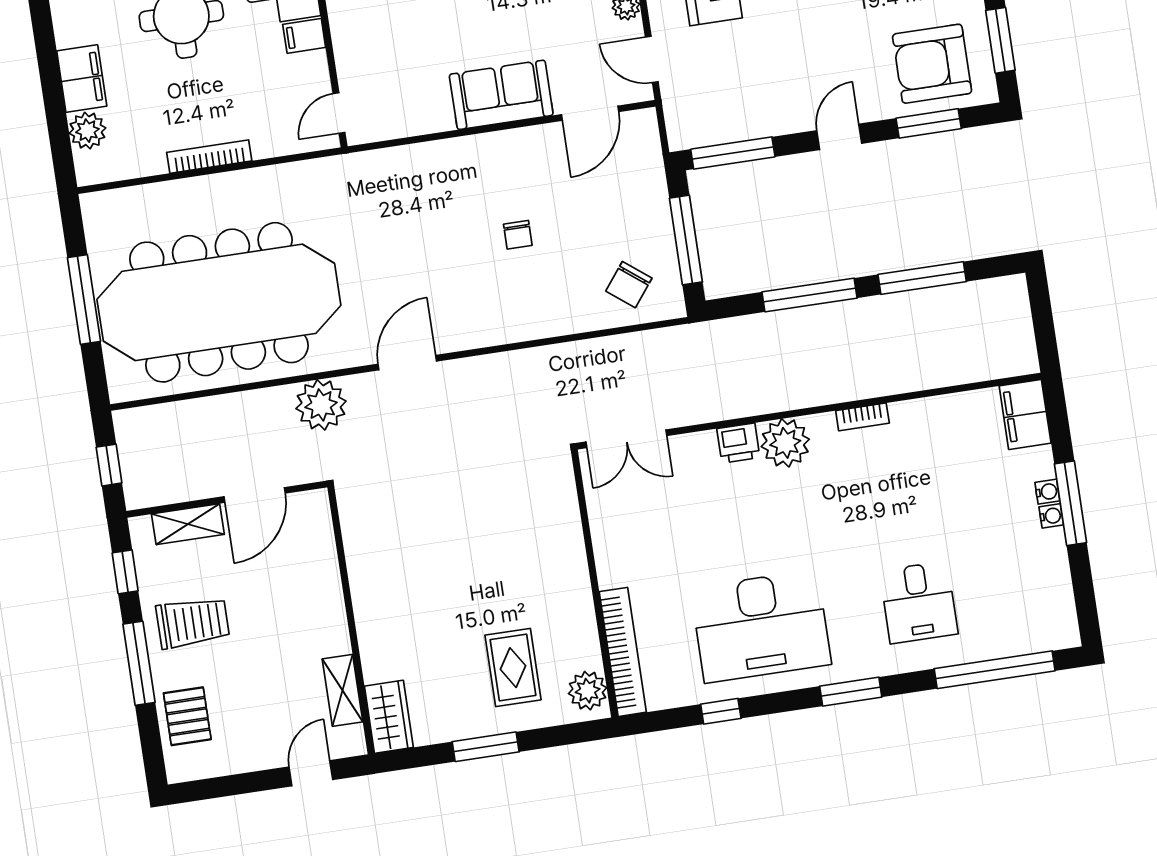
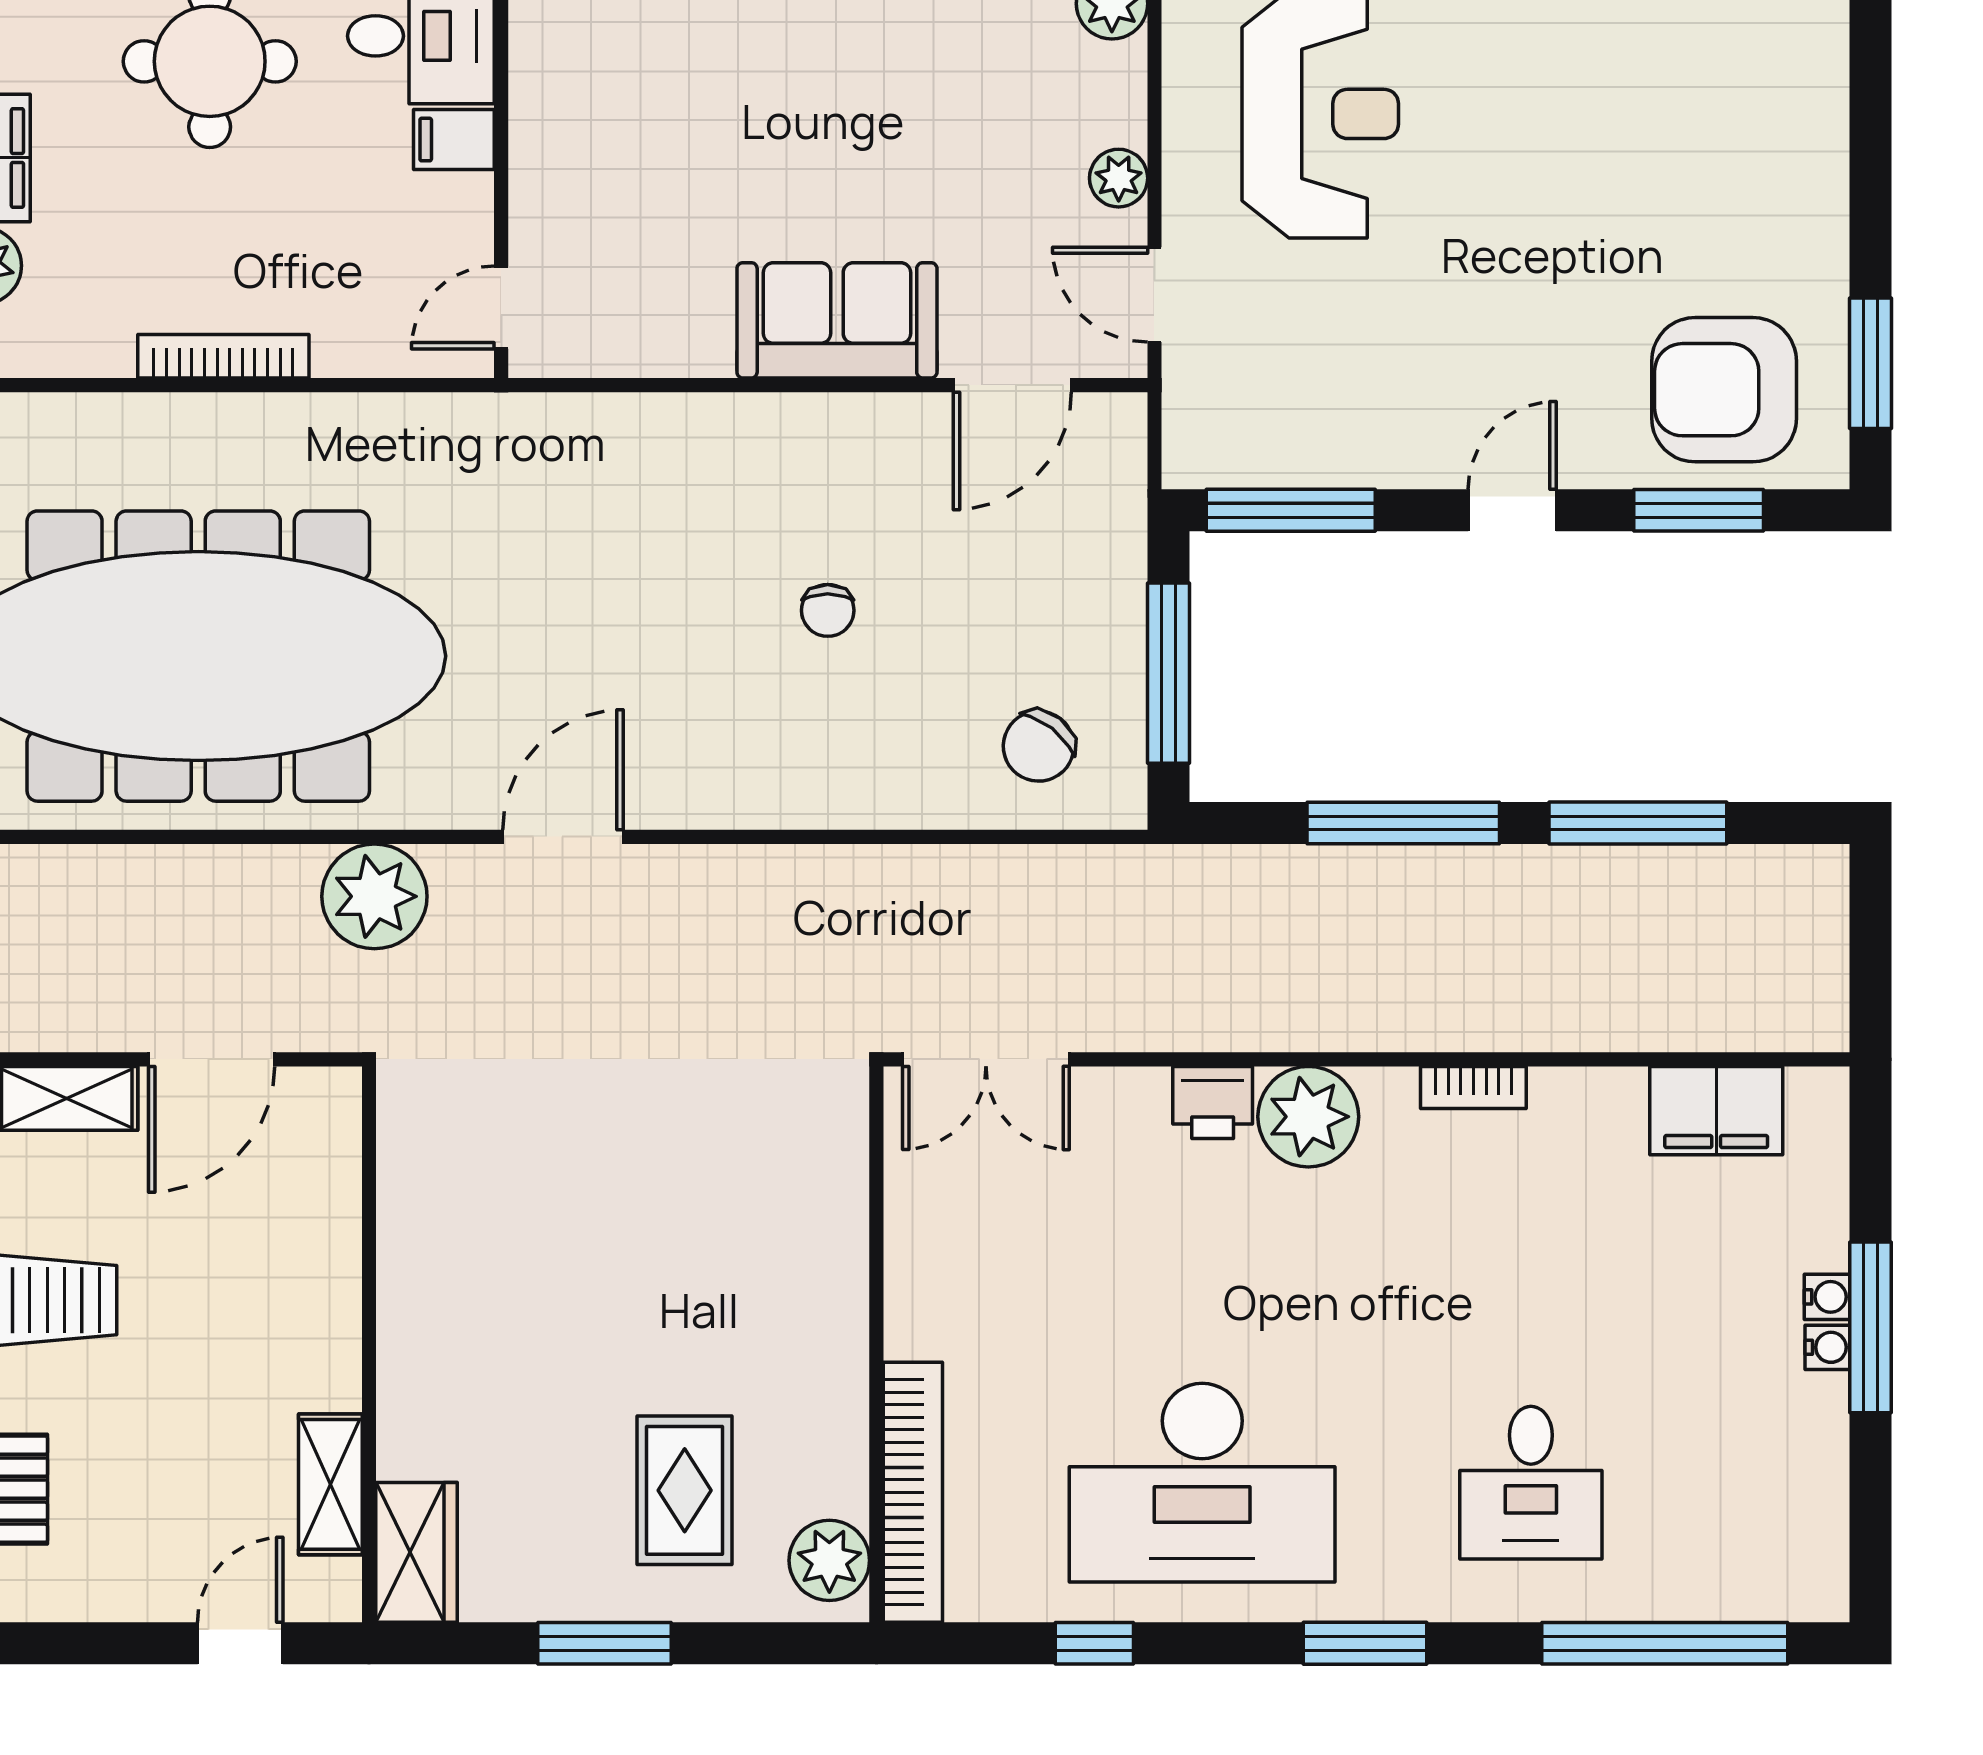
filing cabinet: (1025, 414) -> (1716, 1111), moved, turned -90

